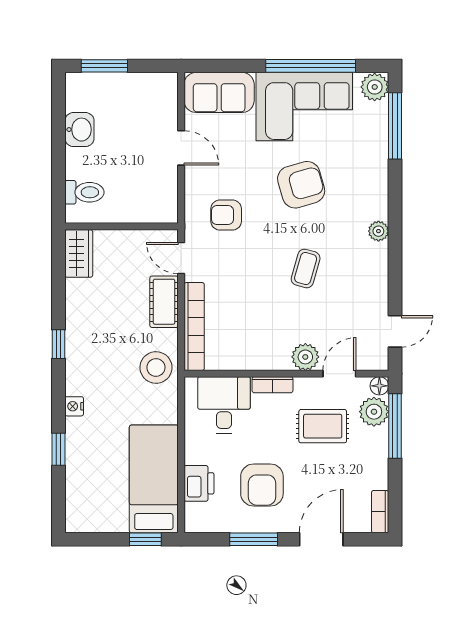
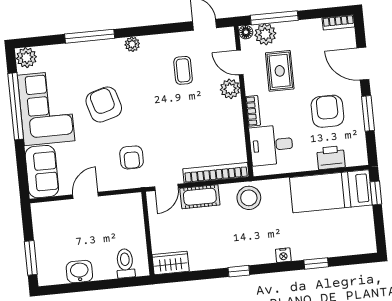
window: (395, 126) -> (90, 36), moved
coffee table: (306, 268) -> (183, 70), moved, turned 74
armchair: (262, 485) -> (327, 111), turned -90

